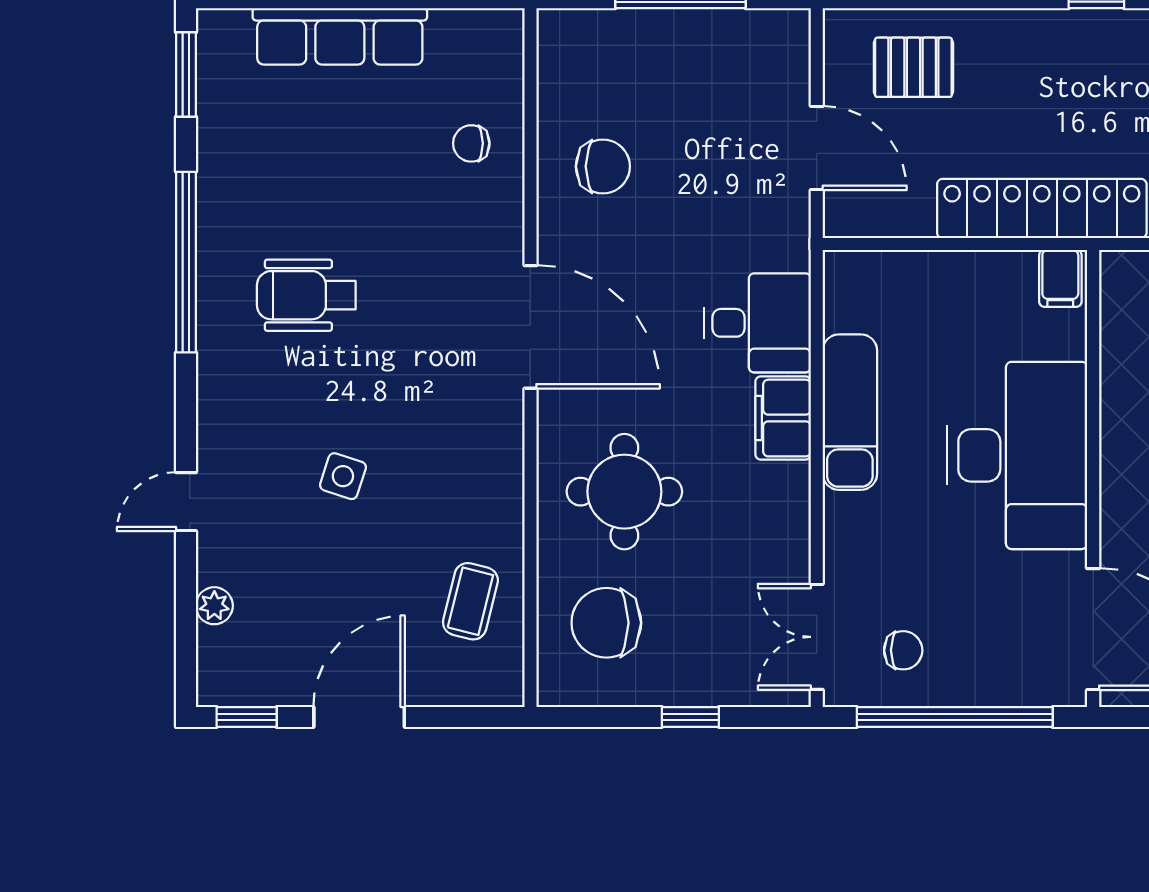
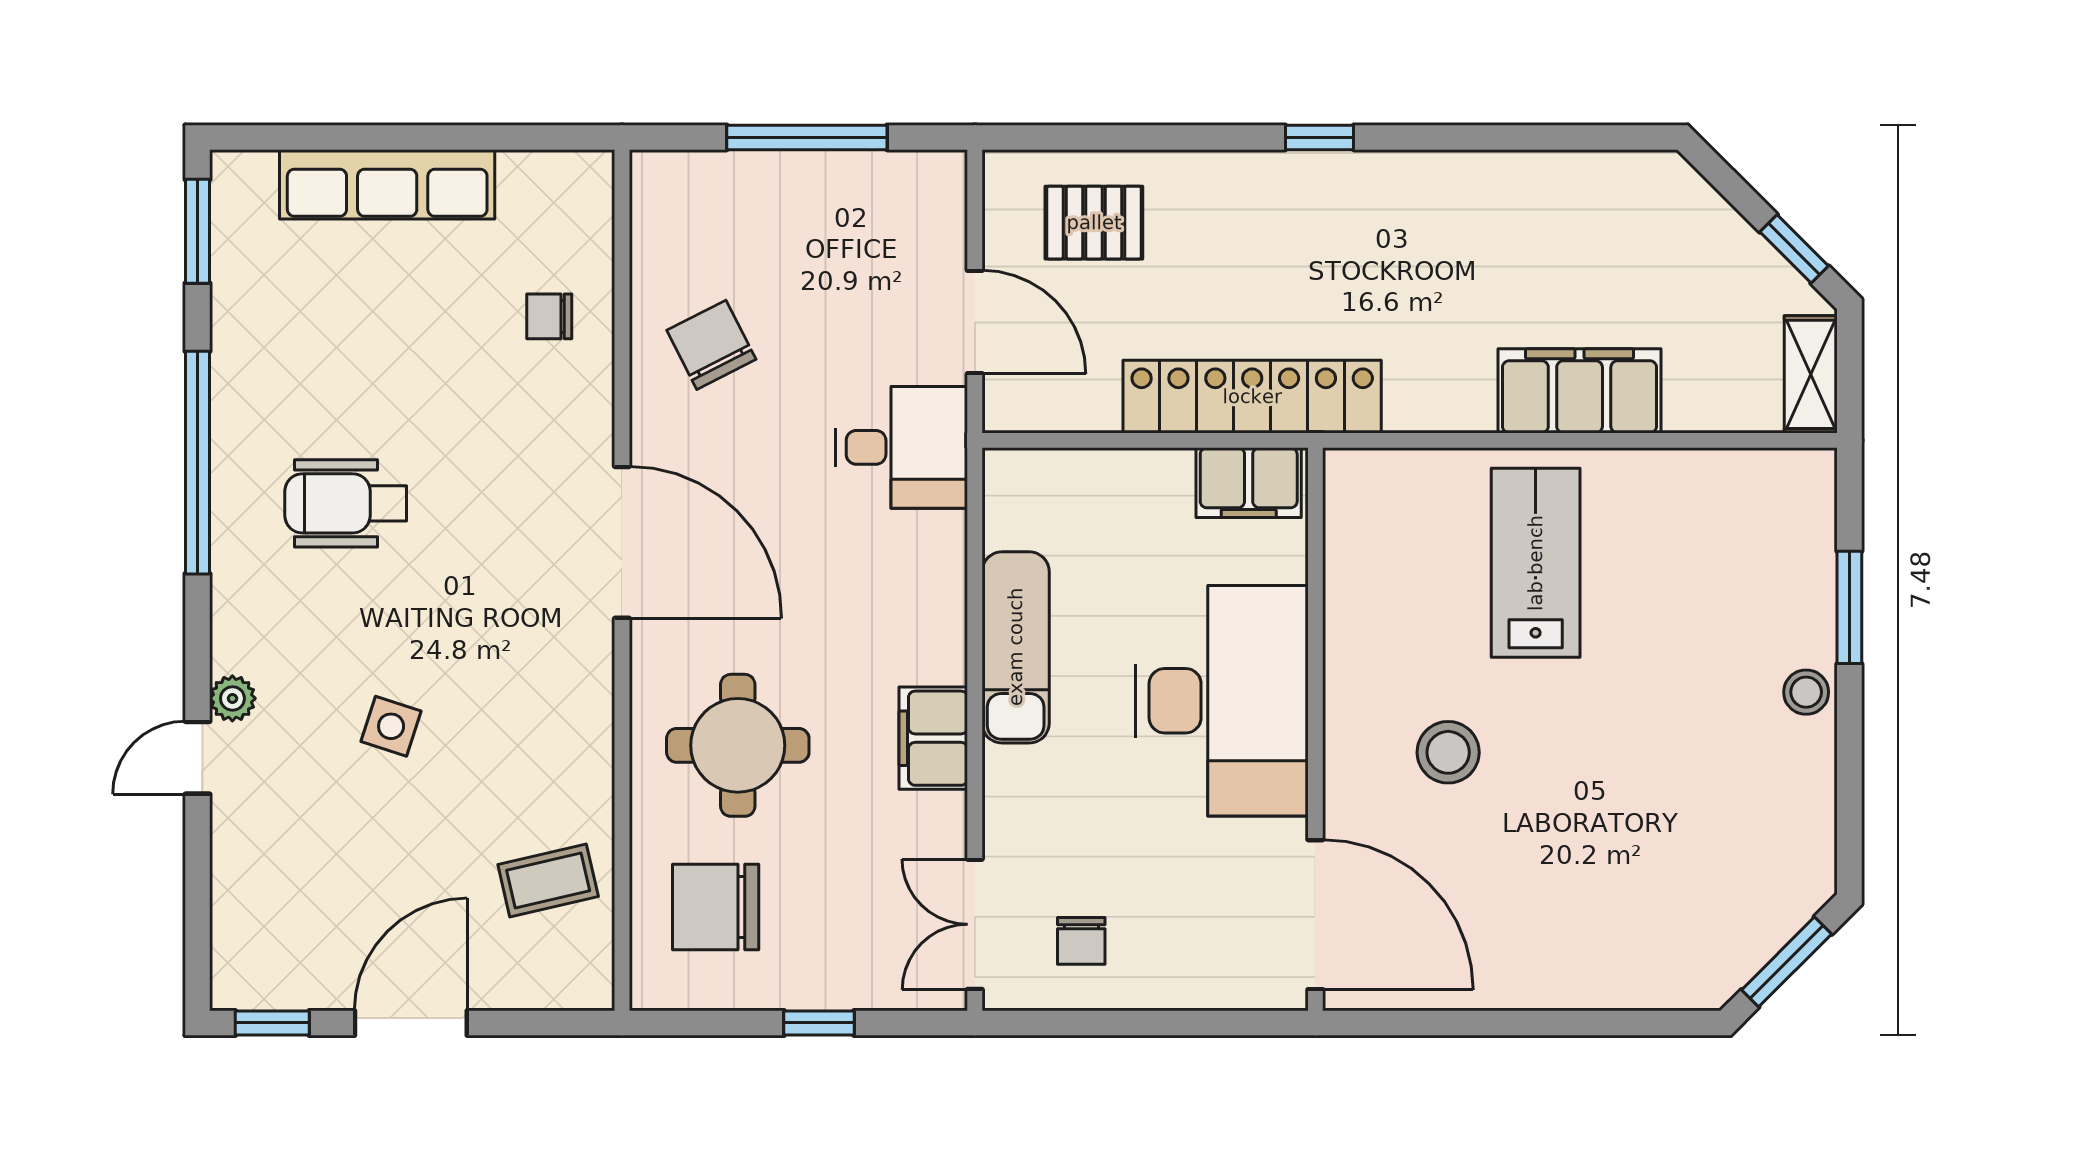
chair: (603, 166) -> (711, 345), turned -117
filing cabinet: (1060, 278) -> (1249, 483), width x2.00
desk: (757, 323) -> (902, 447), moved
filing cabinet: (783, 418) -> (933, 738), moved
coffee table: (470, 601) -> (548, 880), turned 63
plant: (214, 606) -> (232, 698), moved
chair: (903, 650) -> (1081, 941), turned 90
window: (955, 717) -> (1145, 1023), removed

